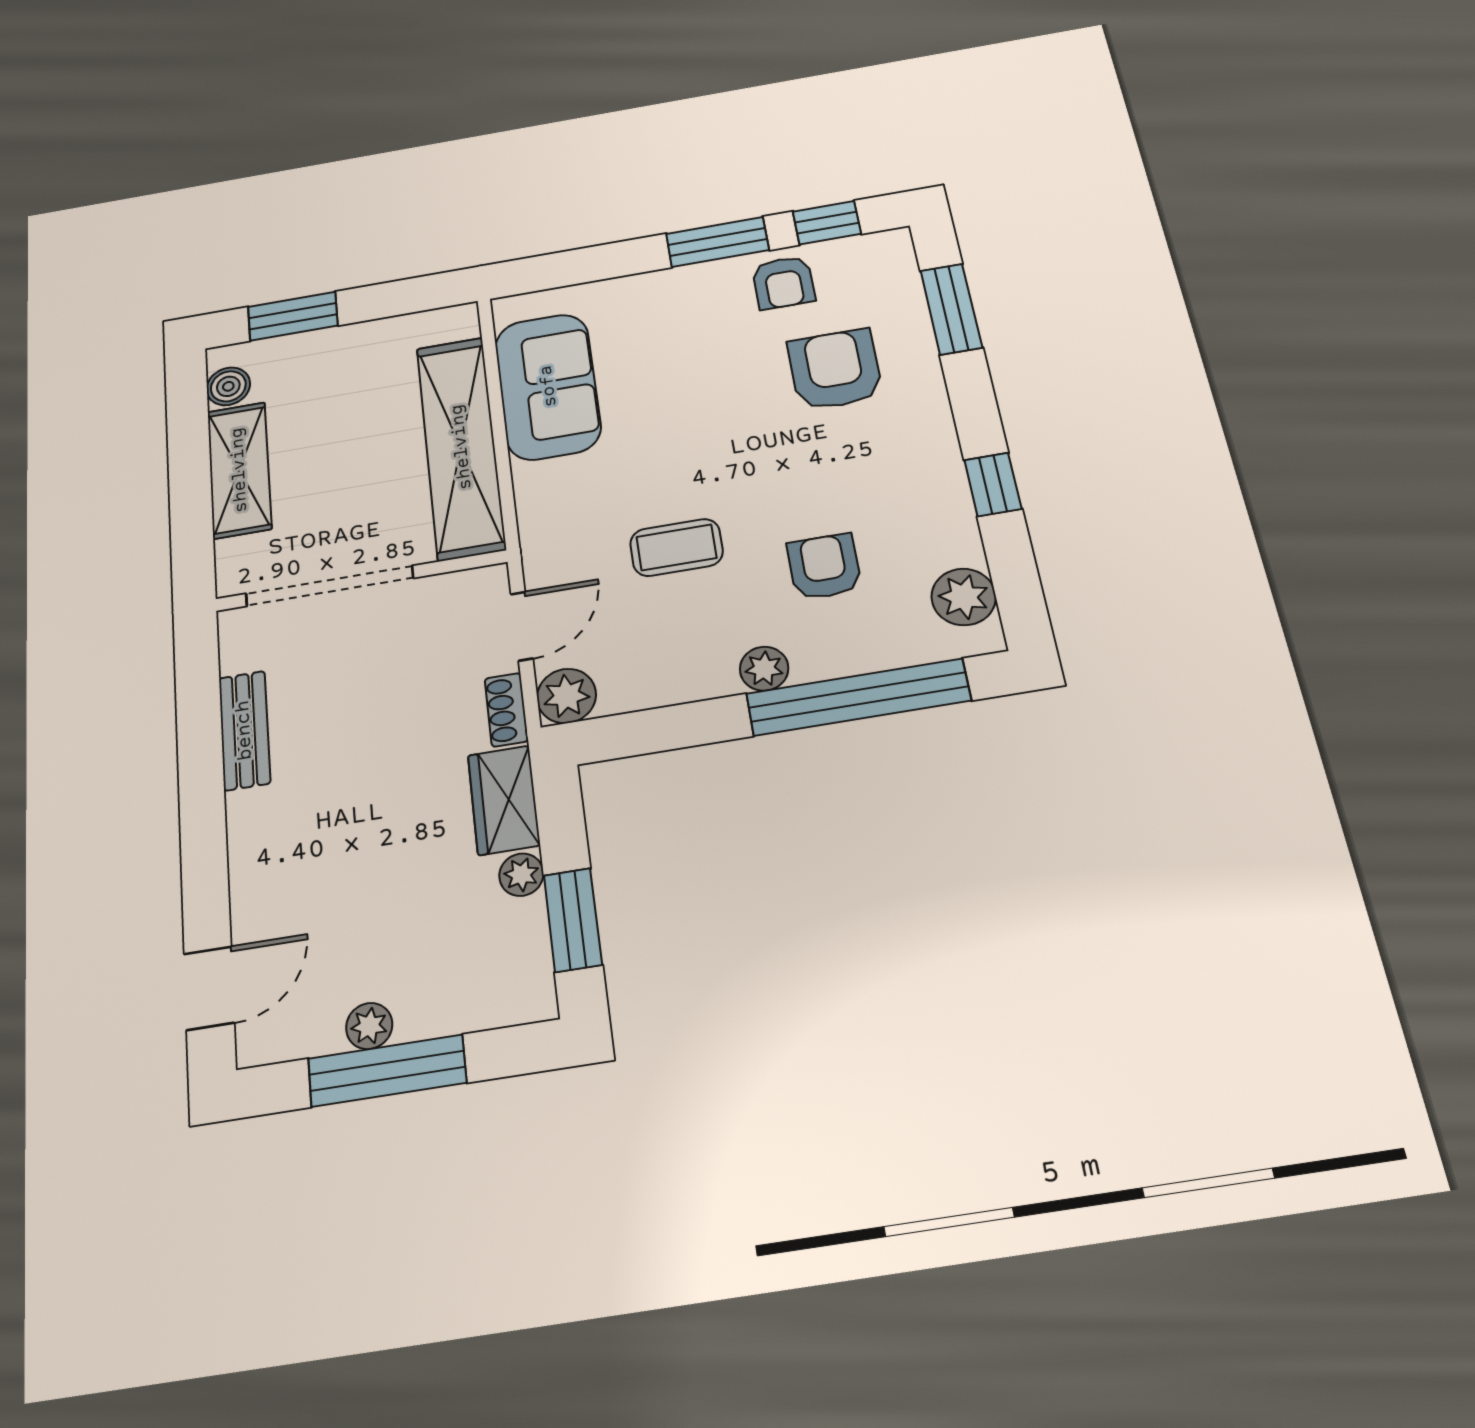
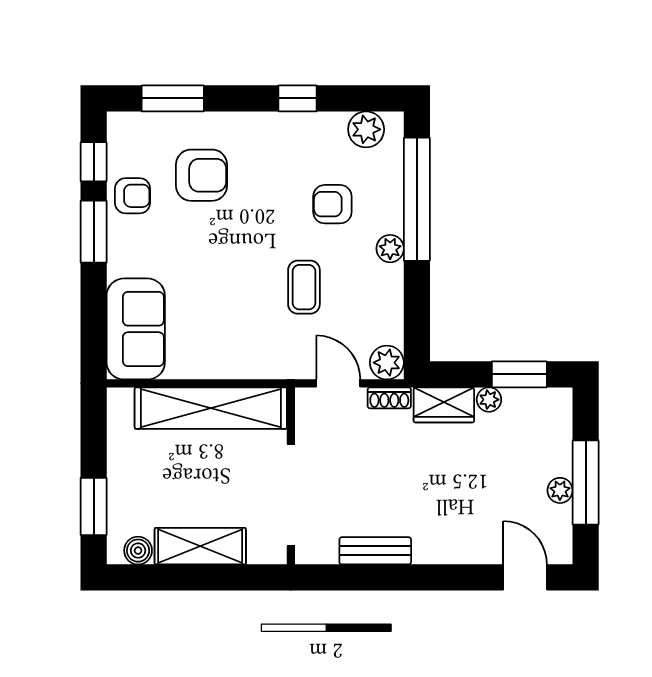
armchair: (835, 370) -> (202, 175), turned 180
sofa: (548, 386) -> (136, 329), moved, turned 90

